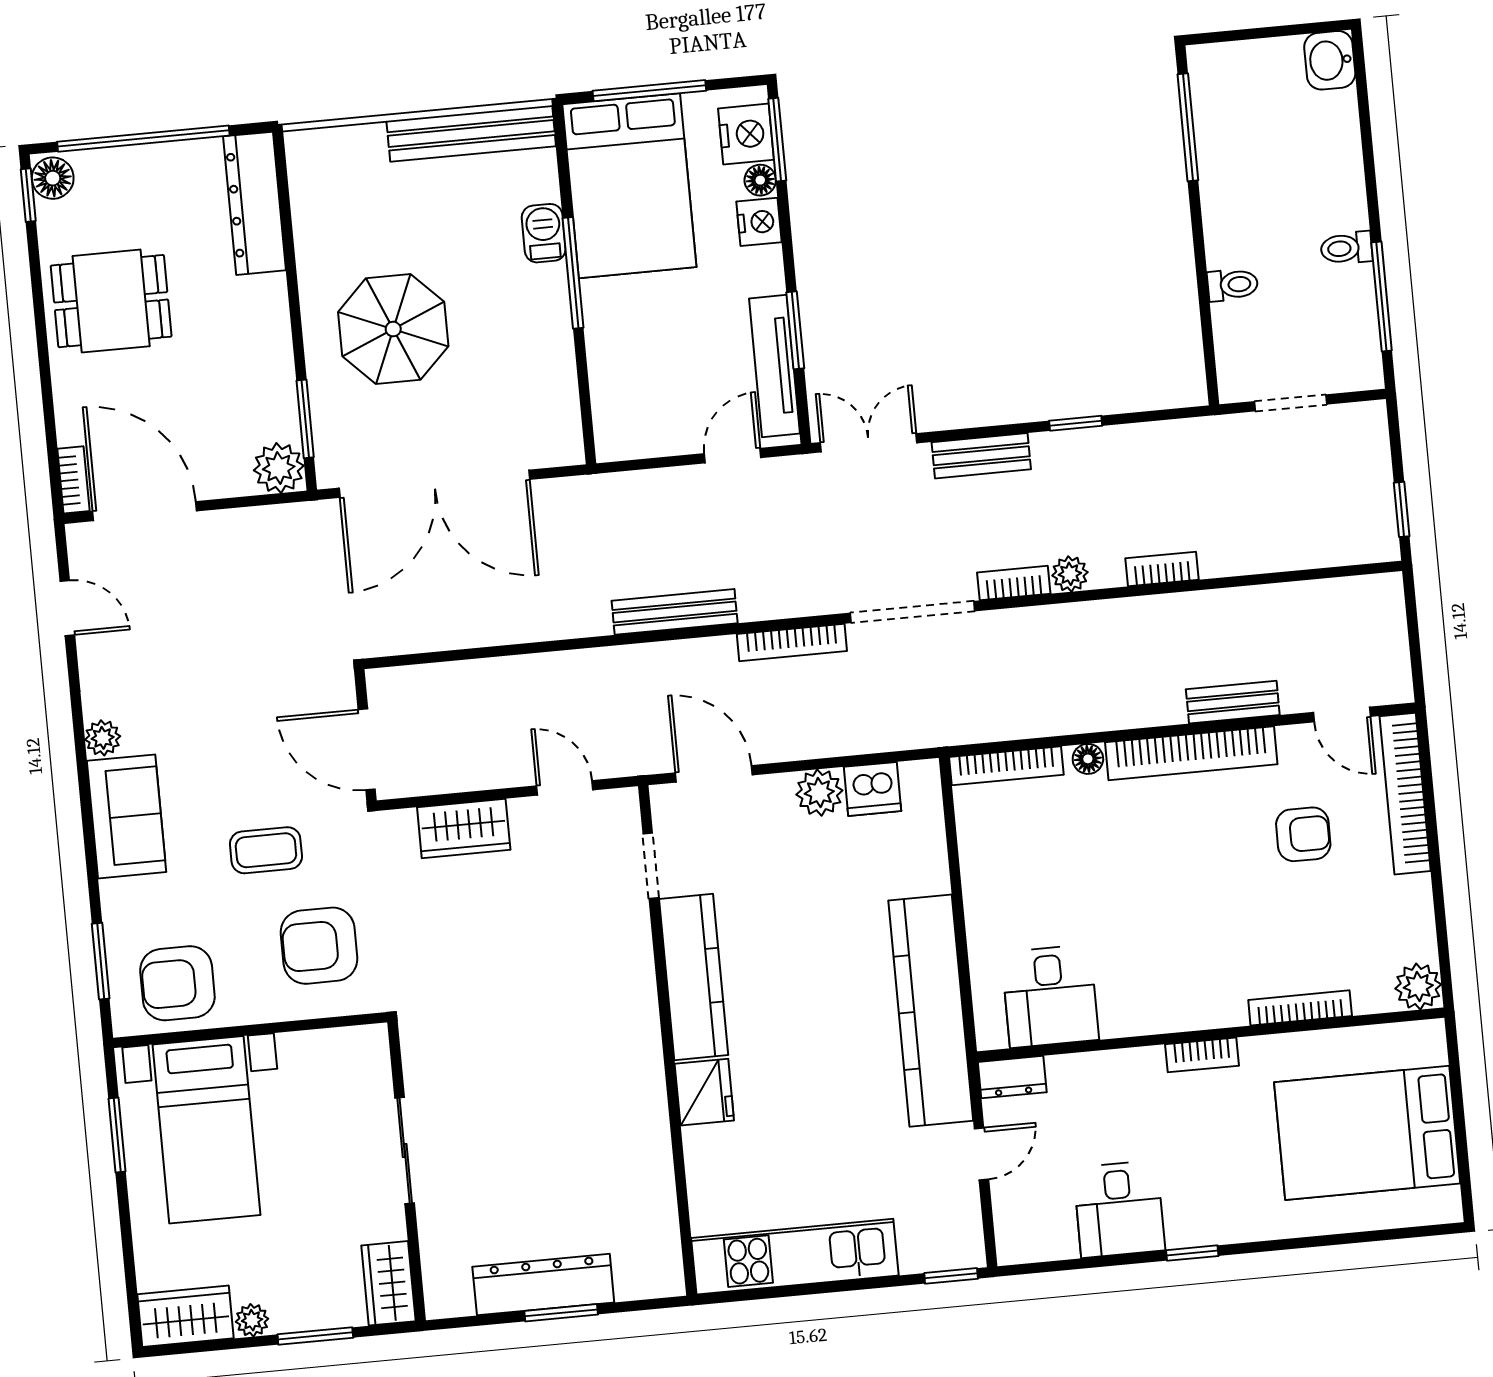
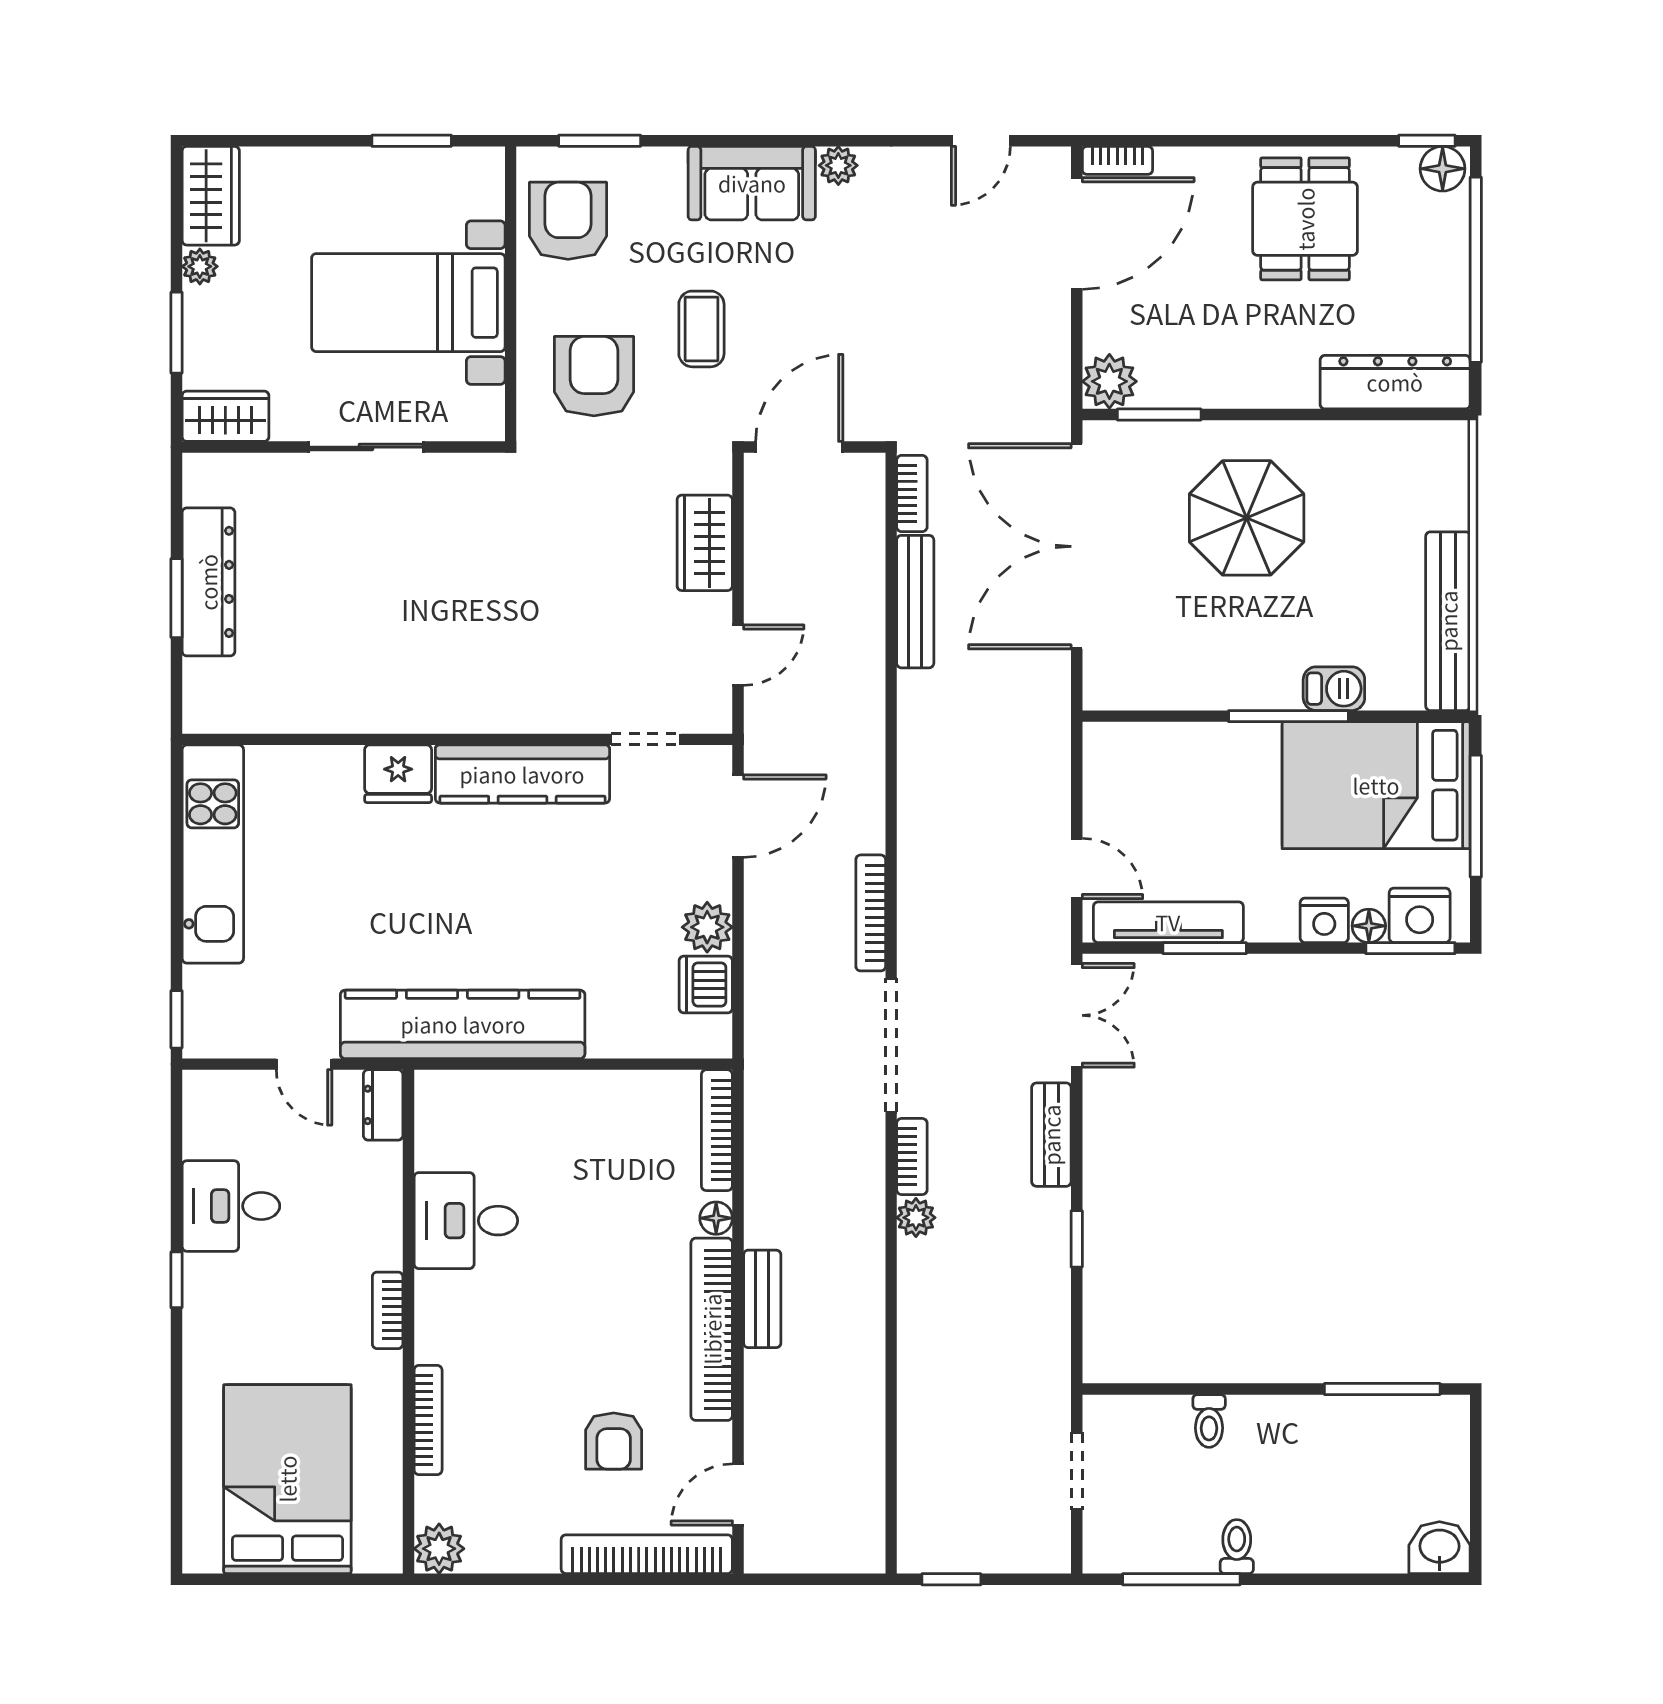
bookcase: (1162, 569) -> (912, 494), moved
bench: (675, 612) -> (915, 602), moved
bench: (1233, 702) -> (762, 1299), moved
desk: (1050, 996) -> (466, 1221), moved
bed with nightstands: (206, 1130) -> (408, 303), moved

